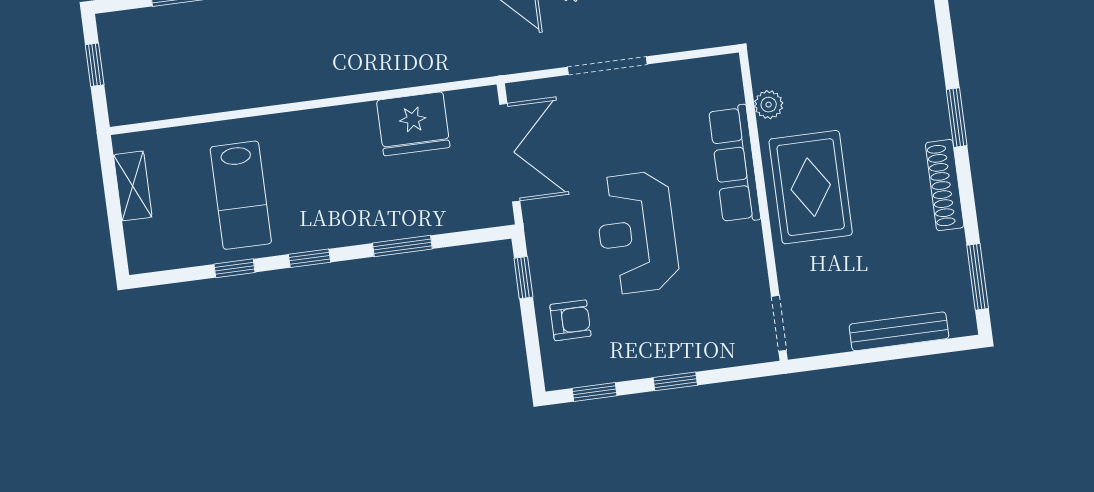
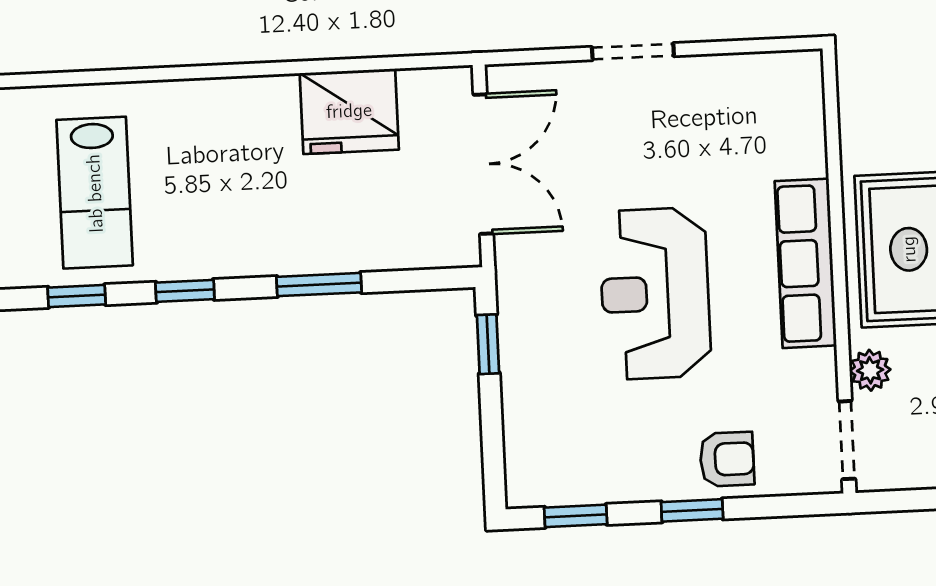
doorway: (607, 66) -> (633, 52), width x0.73
plant: (769, 105) -> (870, 370), moved
row of seats: (735, 164) -> (806, 263), moved
armchair: (570, 320) -> (727, 459), moved

